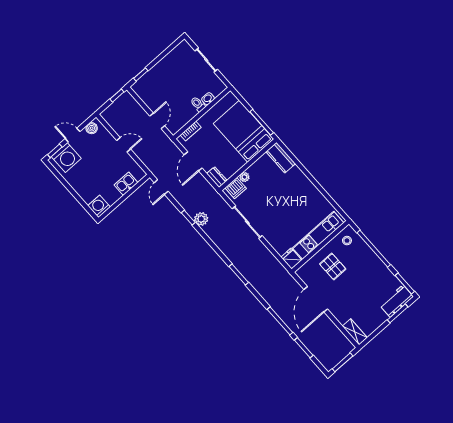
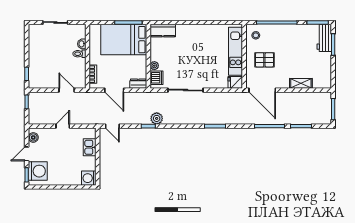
door: (316, 299) -> (262, 90), moved
shelving: (355, 332) -> (301, 83), moved

